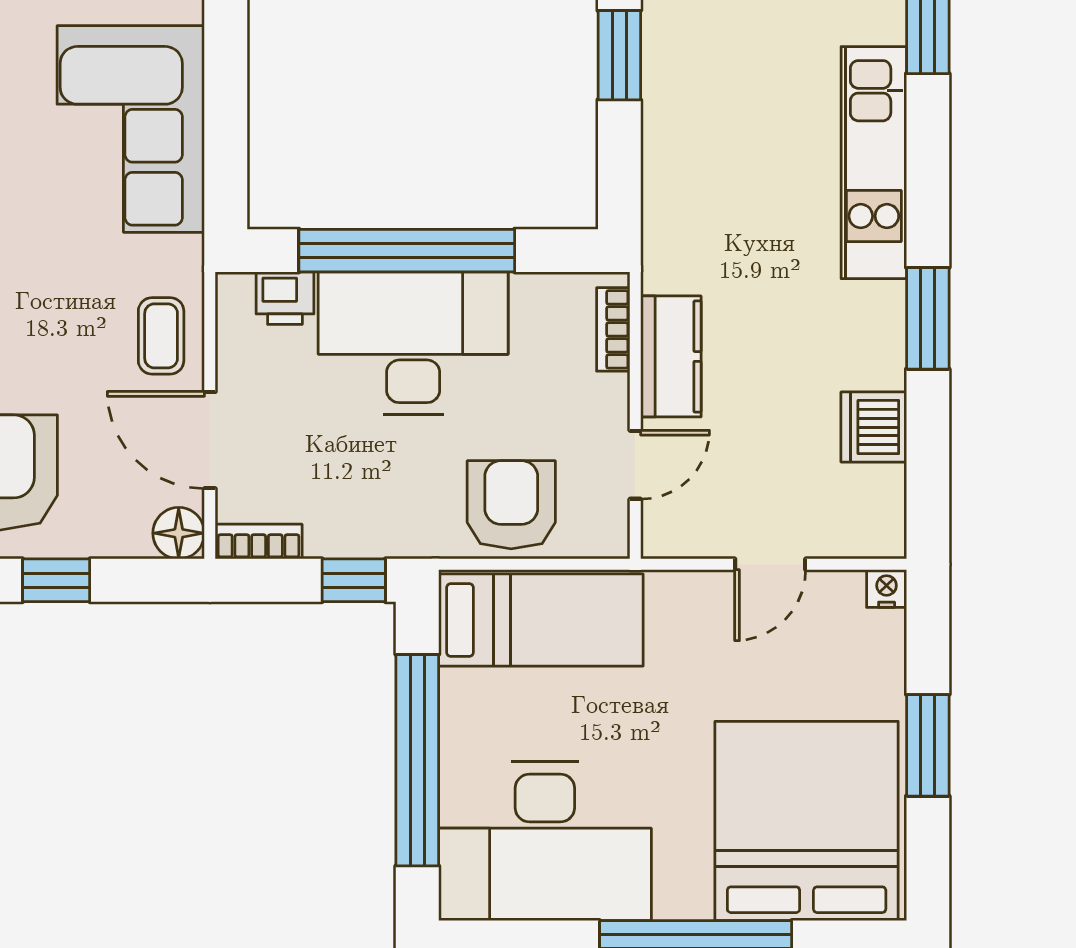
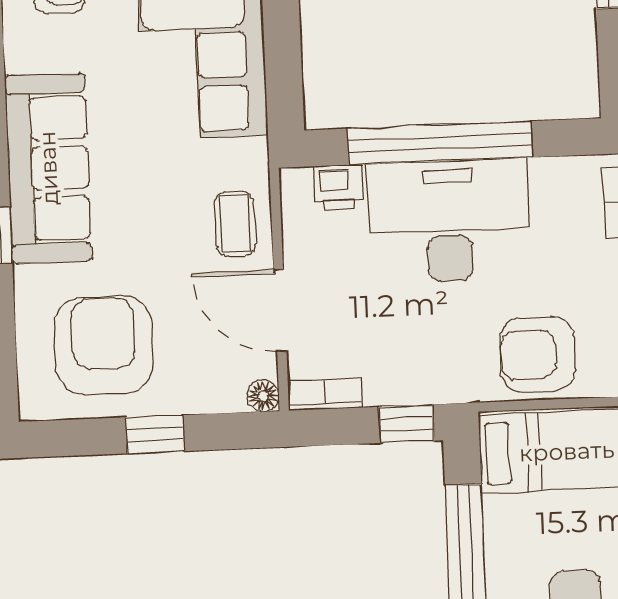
armchair: (511, 505) -> (537, 354), turned -90
floor lamp: (179, 533) -> (263, 396), width x0.73, depth x0.73

